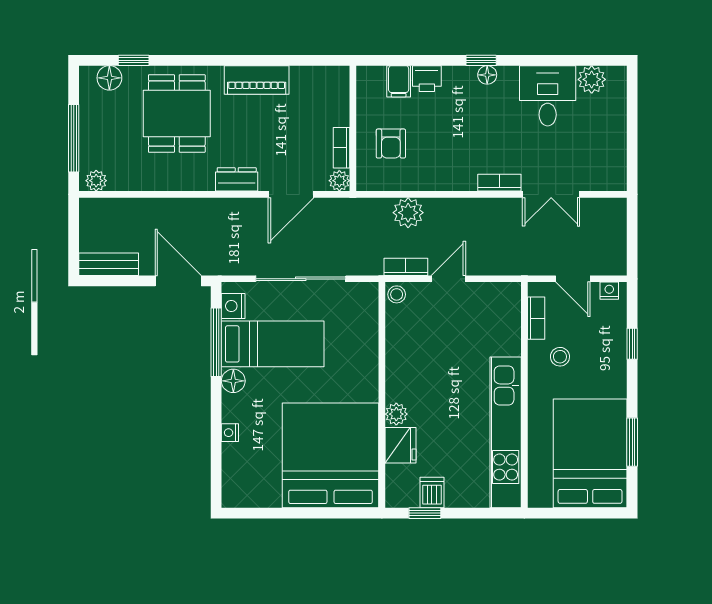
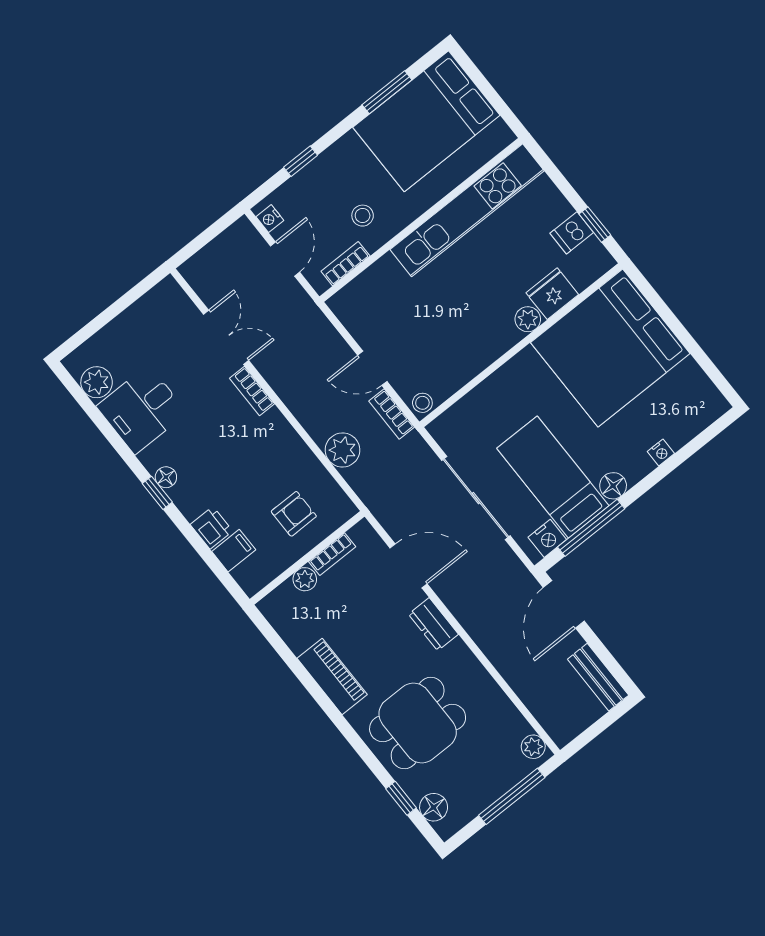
plant: (339, 181) -> (305, 579), moved

